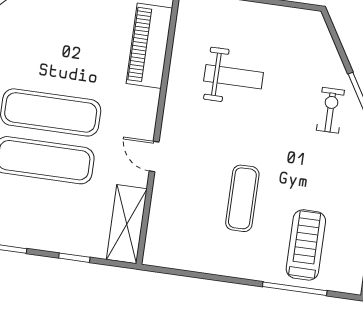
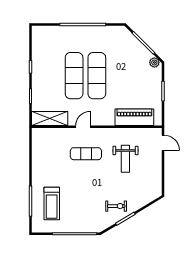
exercise mat: (242, 198) -> (86, 154), moved
treadmill: (306, 245) -> (52, 203), turned 90

